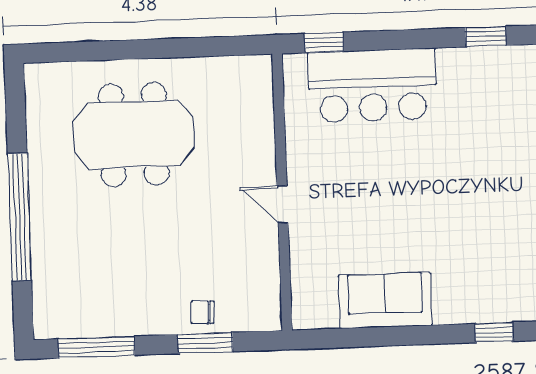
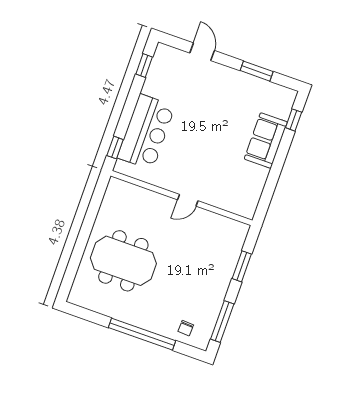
meeting table: (134, 134) -> (123, 261), turned 90
sofa: (385, 300) -> (266, 140), moved
chair: (202, 312) -> (186, 328), moved

